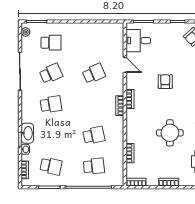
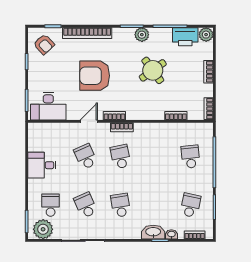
plant: (26, 32) -> (43, 229), width x1.88, depth x1.88
desk: (86, 35) -> (42, 165), added
desk: (138, 41) -> (48, 106), width x1.37
door: (125, 65) -> (89, 121), moved
armchair: (165, 82) -> (95, 76), width x1.88, depth x1.88
round table: (170, 133) -> (153, 70), turned -36
school desk: (94, 135) -> (121, 157), moved

